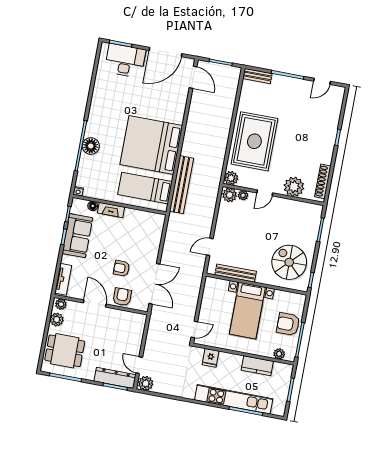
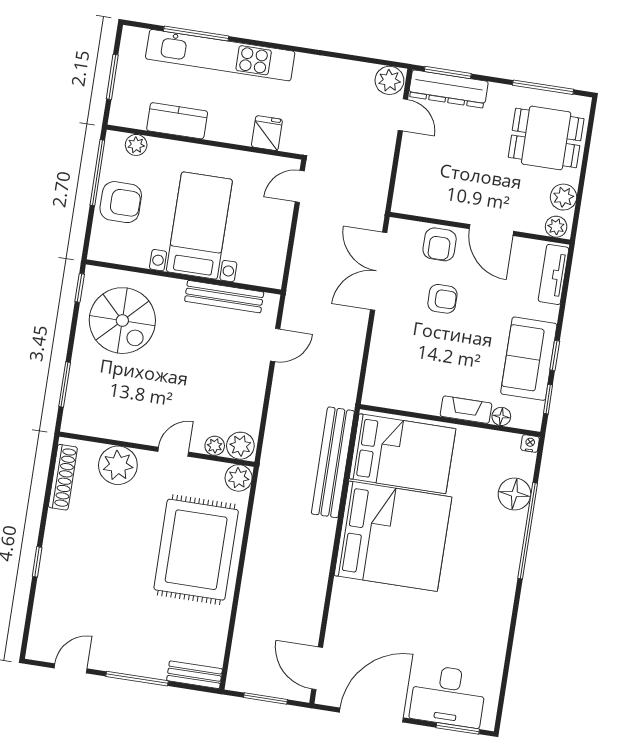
floor lamp: (91, 146) -> (514, 494), moved
bed: (145, 188) -> (402, 454), width x1.50

